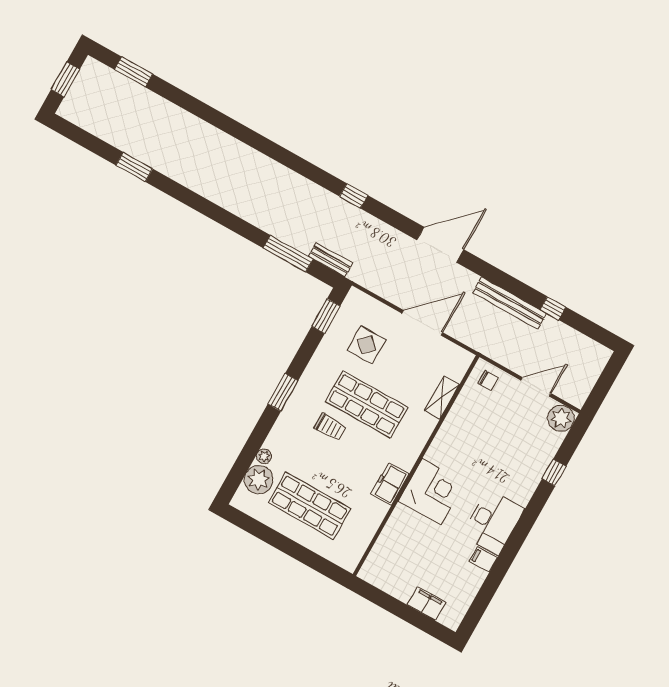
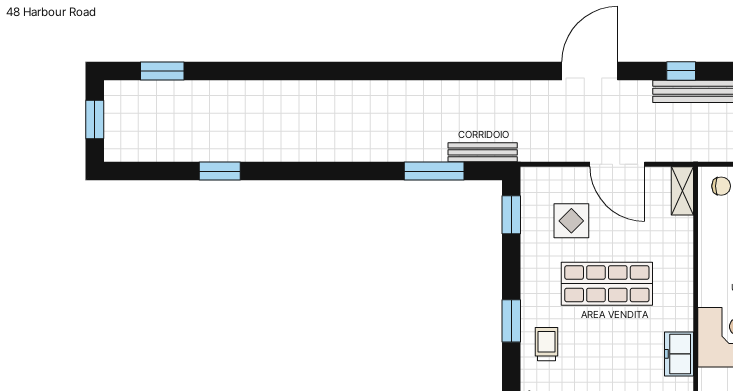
window: (354, 196) -> (681, 71), moved
bench: (331, 260) -> (483, 152), width x1.36
door: (422, 323) -> (617, 164), swing flipped
shelving: (442, 398) -> (682, 191), moved
trolley: (330, 427) -> (547, 344), moved, turned -90

